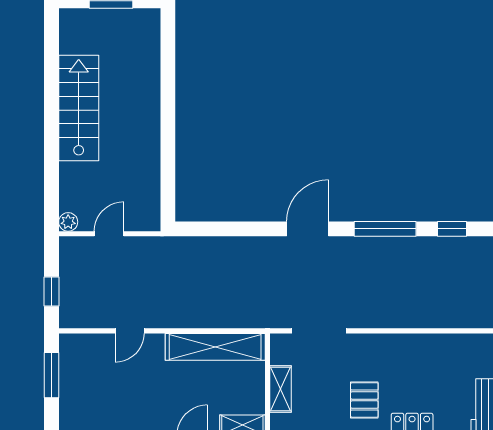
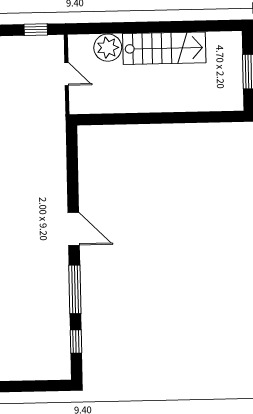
plant: (68, 222) -> (108, 48), moved, width x1.87, depth x1.87
window: (51, 292) -> (36, 30), moved

